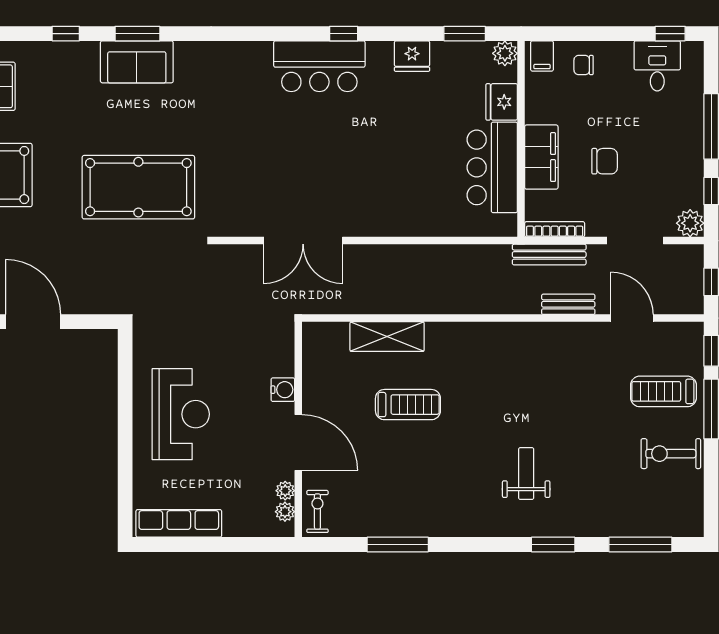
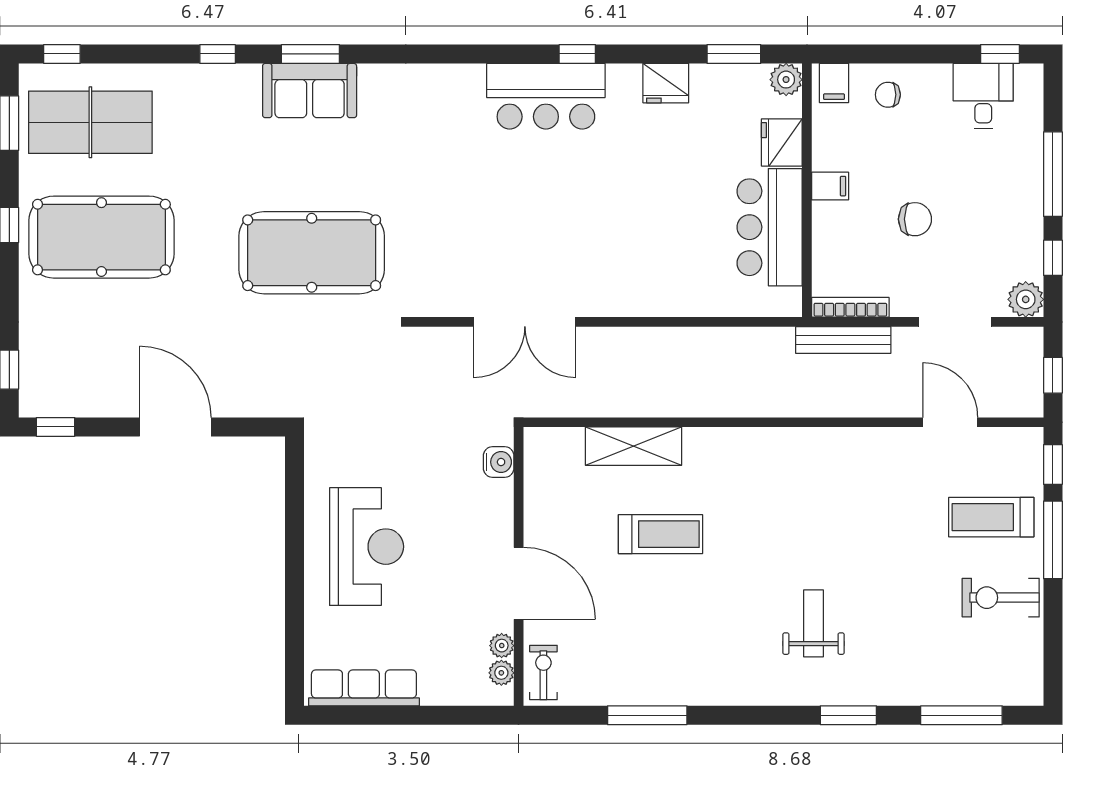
filing cabinet: (541, 157) -> (830, 186), width x0.33, depth x0.86
bench: (568, 304) -> (868, 404), removed
water cooler: (283, 390) -> (499, 462), moved

